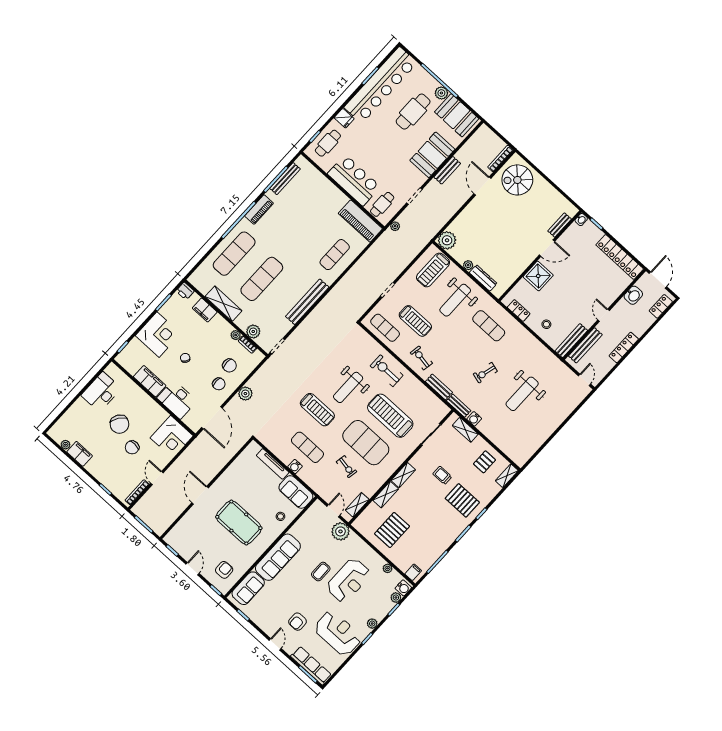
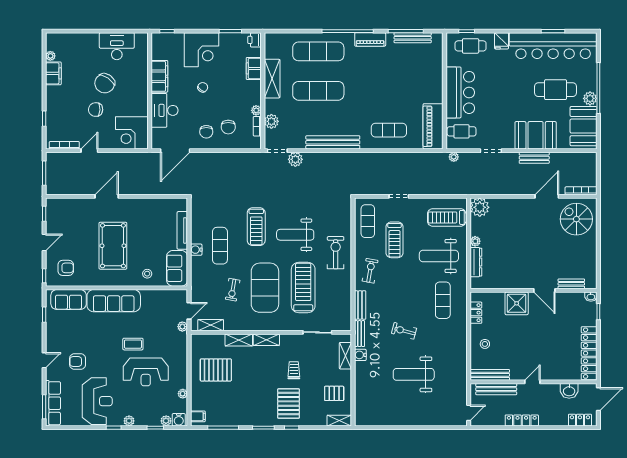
plant: (245, 394) -> (295, 159), moved
plant: (340, 531) -> (182, 327), width x0.53, depth x0.53

